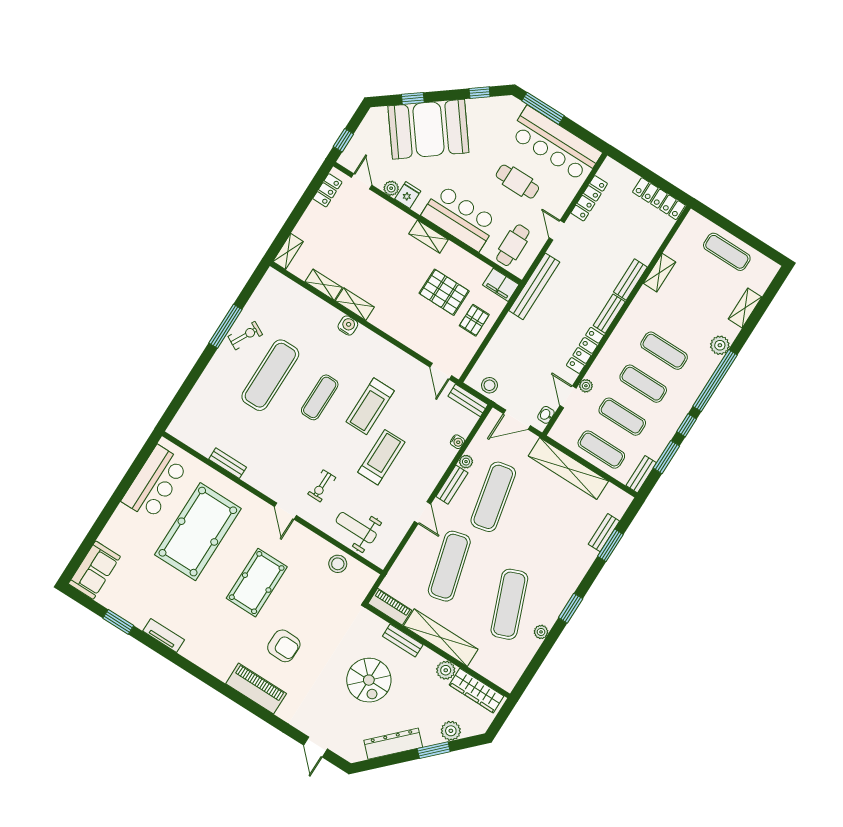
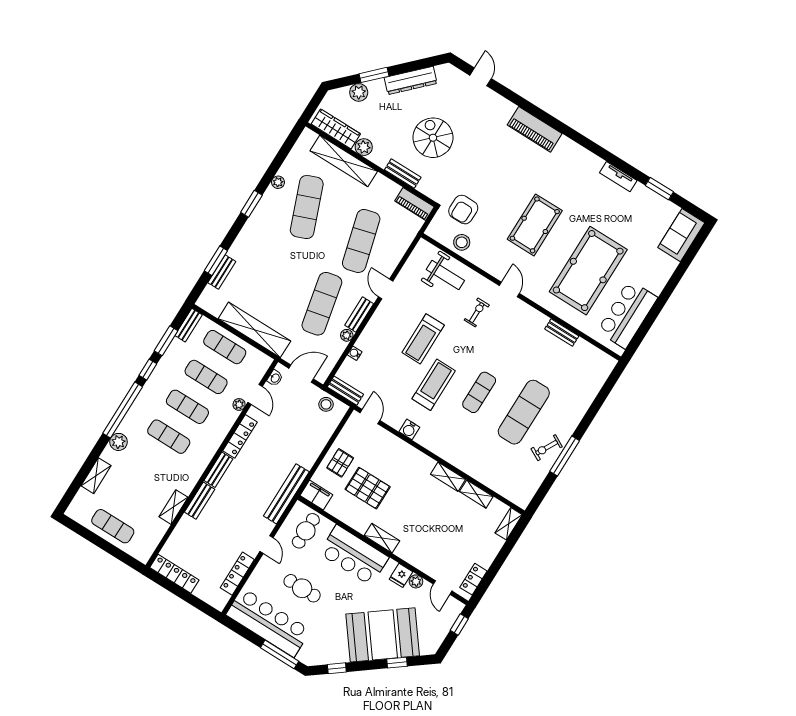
water cooler: (348, 325) -> (409, 429), moved
shelving: (441, 638) -> (344, 161), moved
armchair: (284, 646) -> (463, 210), moved, turned -91

